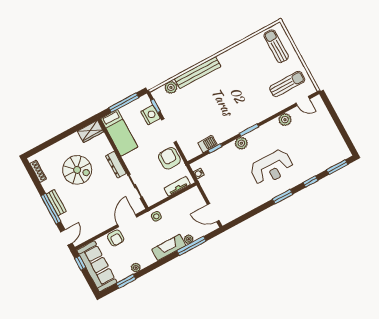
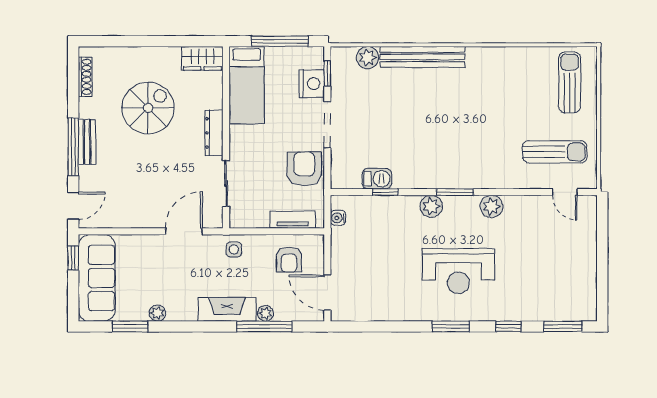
plant: (285, 120) -> (491, 206), moved
spiral stairs: (77, 170) -> (148, 108), turned -90
armchair: (116, 238) -> (289, 260), moved

